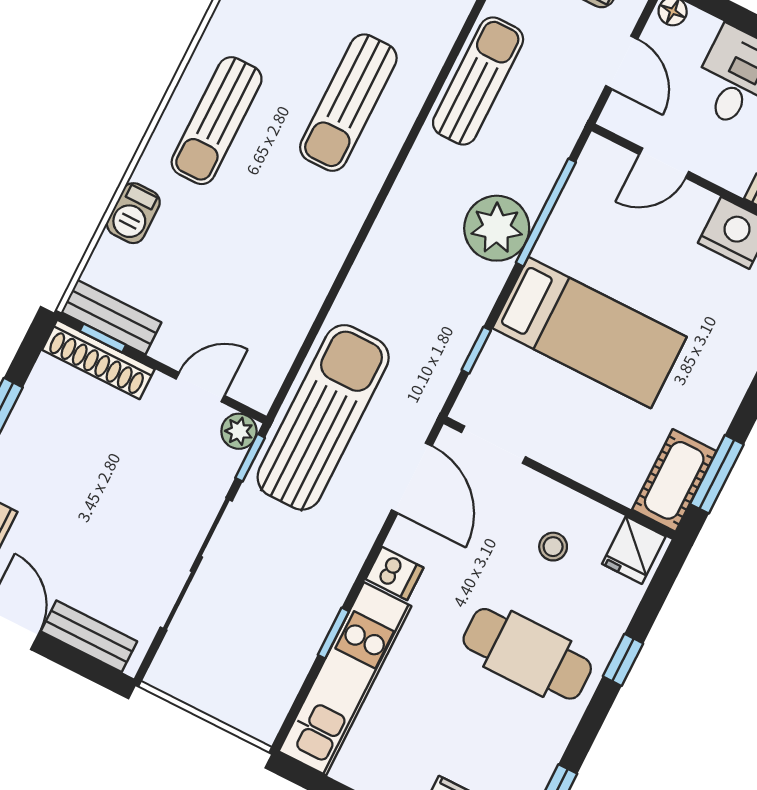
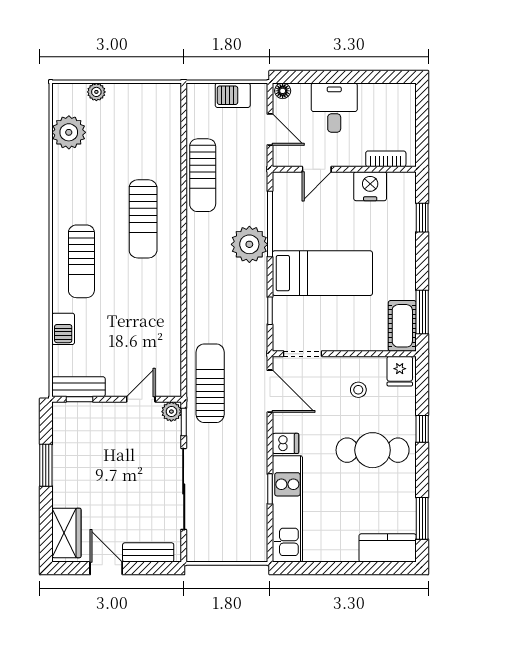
sun lounger: (478, 81) -> (203, 175), turned 180
shoe rack: (98, 359) -> (83, 411), removed
sun lounger: (323, 417) -> (210, 383), width x0.73, depth x0.75

